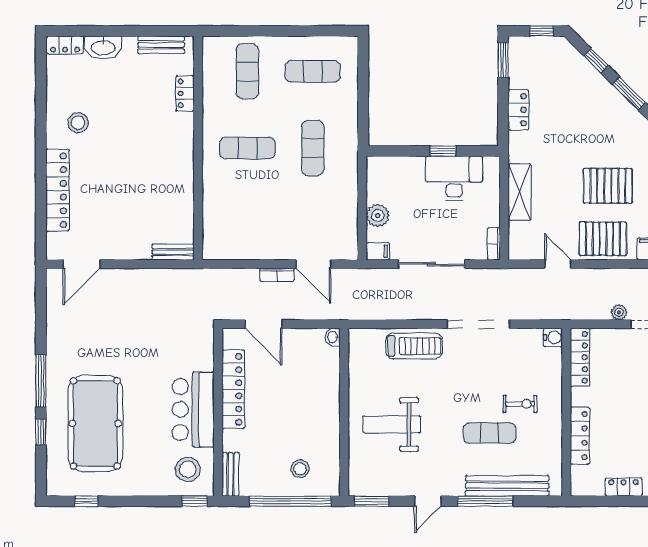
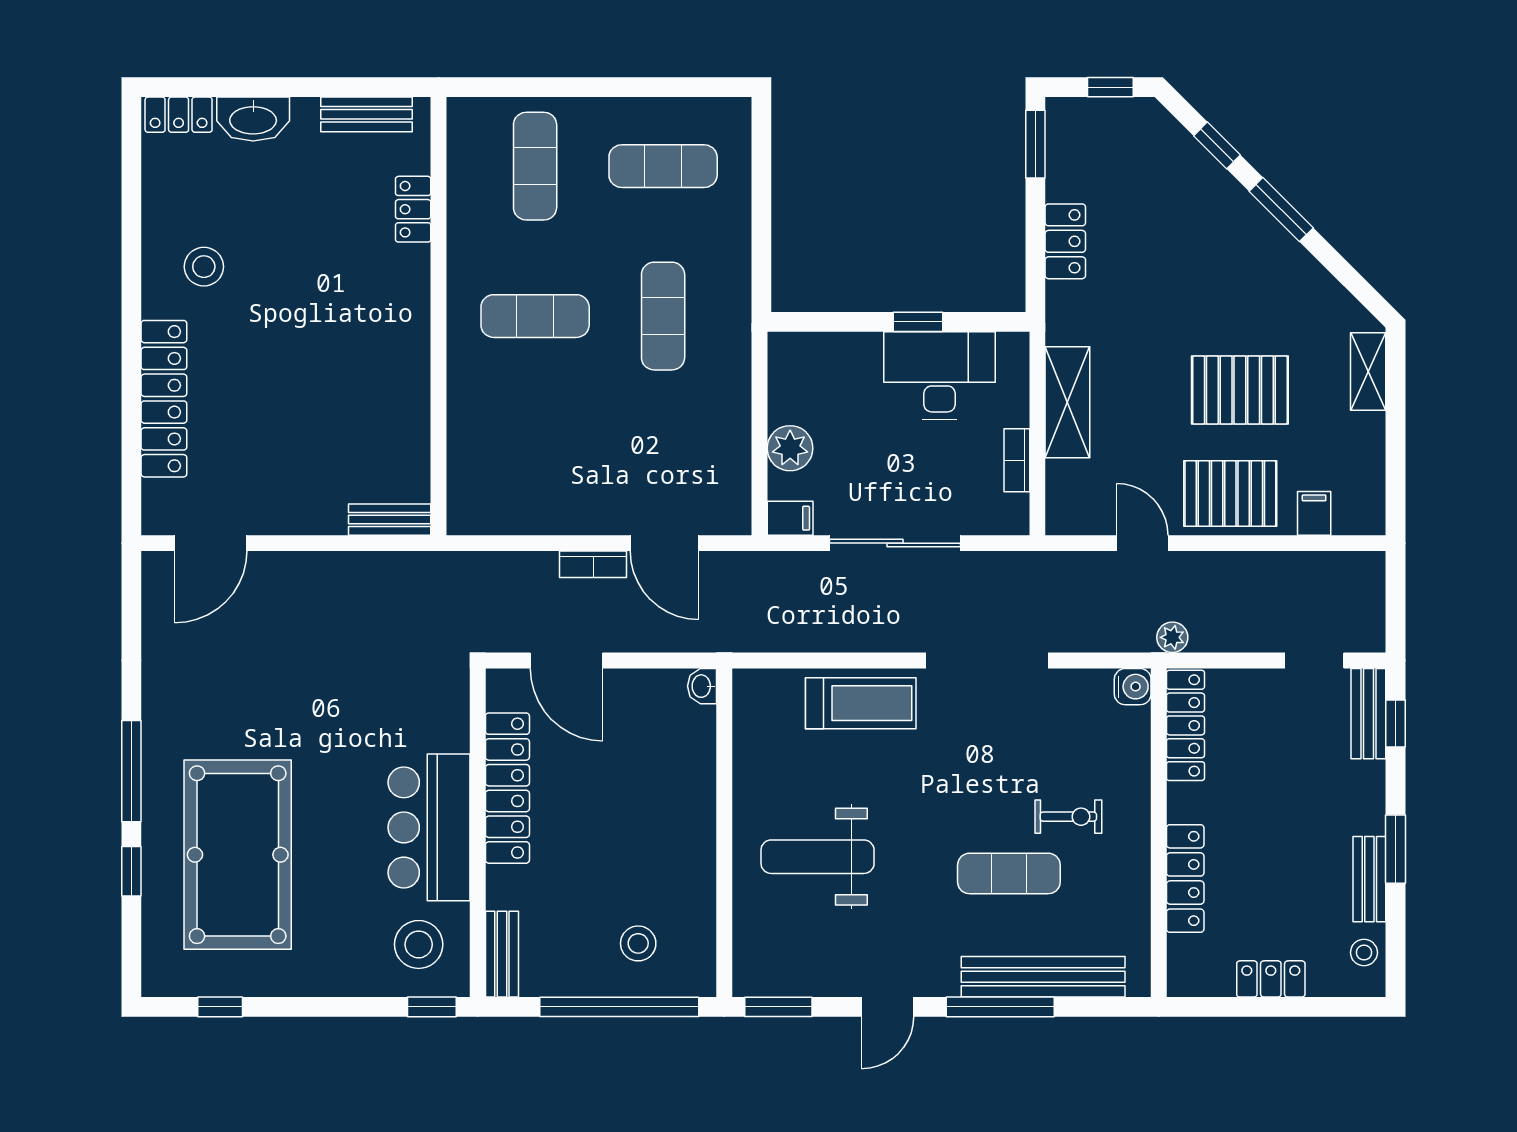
bookcase: (494, 244) -> (1017, 460), moved
plant: (619, 312) -> (1172, 637), moved

